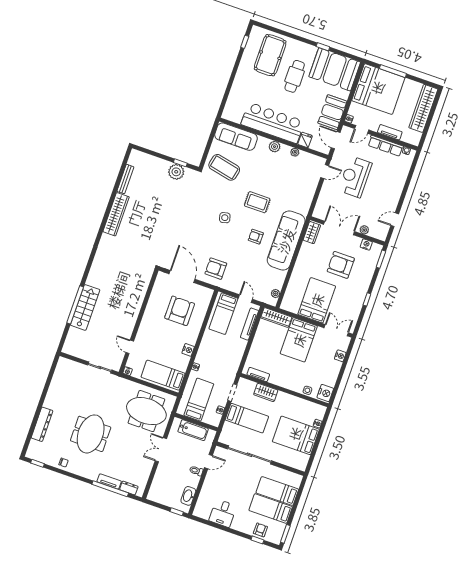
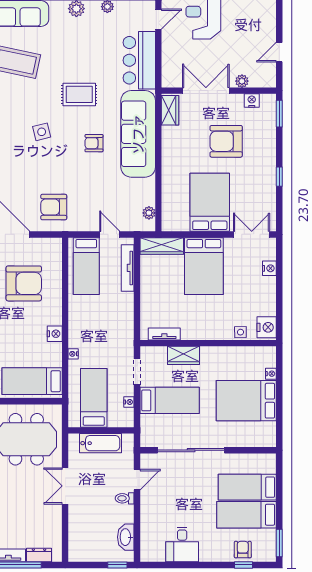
bar counter: (303, 194) -> (139, 60), added
armchair: (180, 311) -> (24, 283), turned 90

